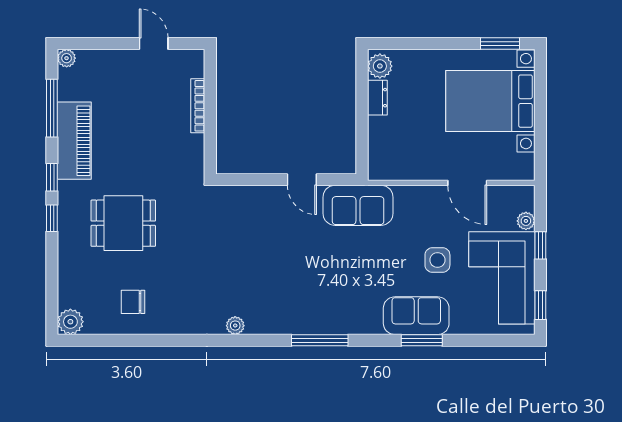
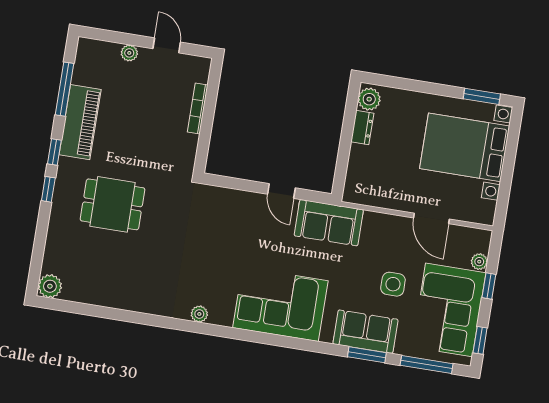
plant: (67, 58) -> (129, 53), moved
corner sofa: (320, 301) -> (280, 304), added
chair: (133, 302) -> (110, 277), removed
window: (320, 340) -> (427, 364), moved

